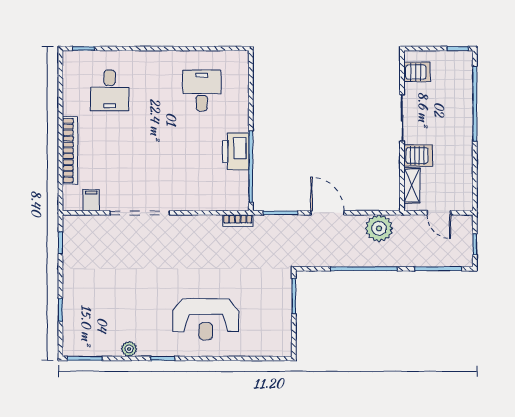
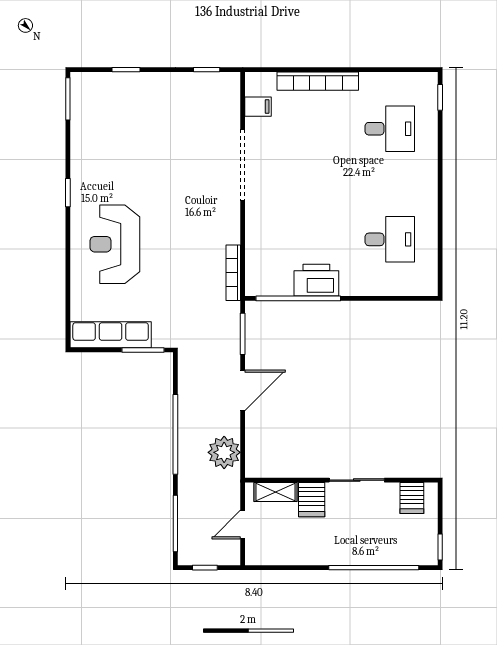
desk: (110, 90) -> (390, 129), turned 180
bookcase: (238, 221) -> (233, 273), width x1.56
row of seats: (281, 323) -> (111, 335), added
plant: (129, 349) -> (79, 152), removed

